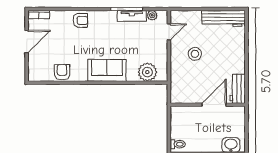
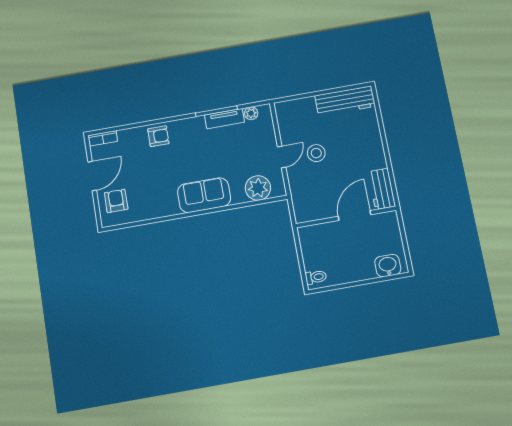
door: (169, 32) -> (282, 157), moved
armchair: (62, 72) -> (116, 201), moved

